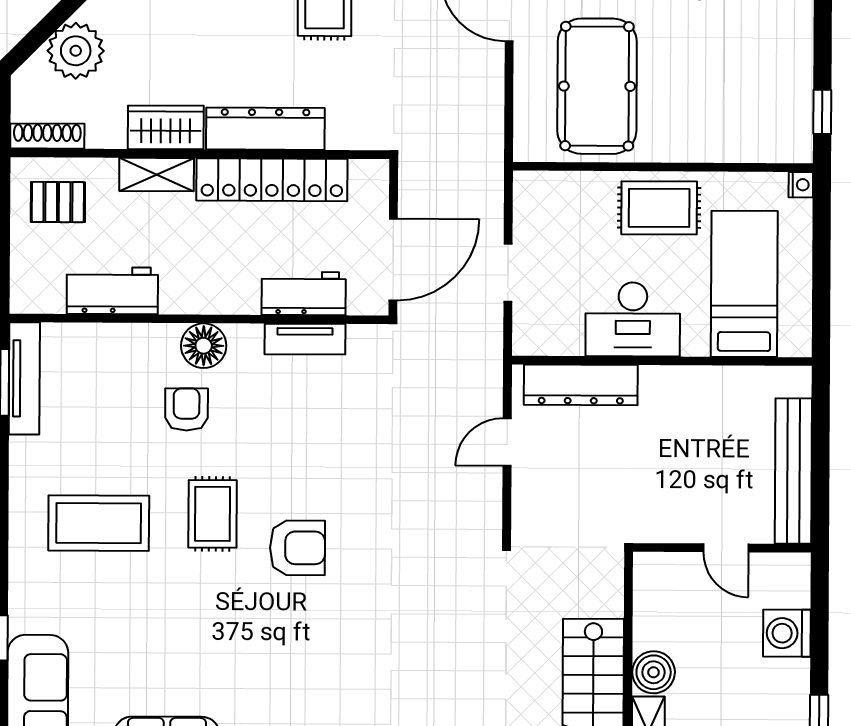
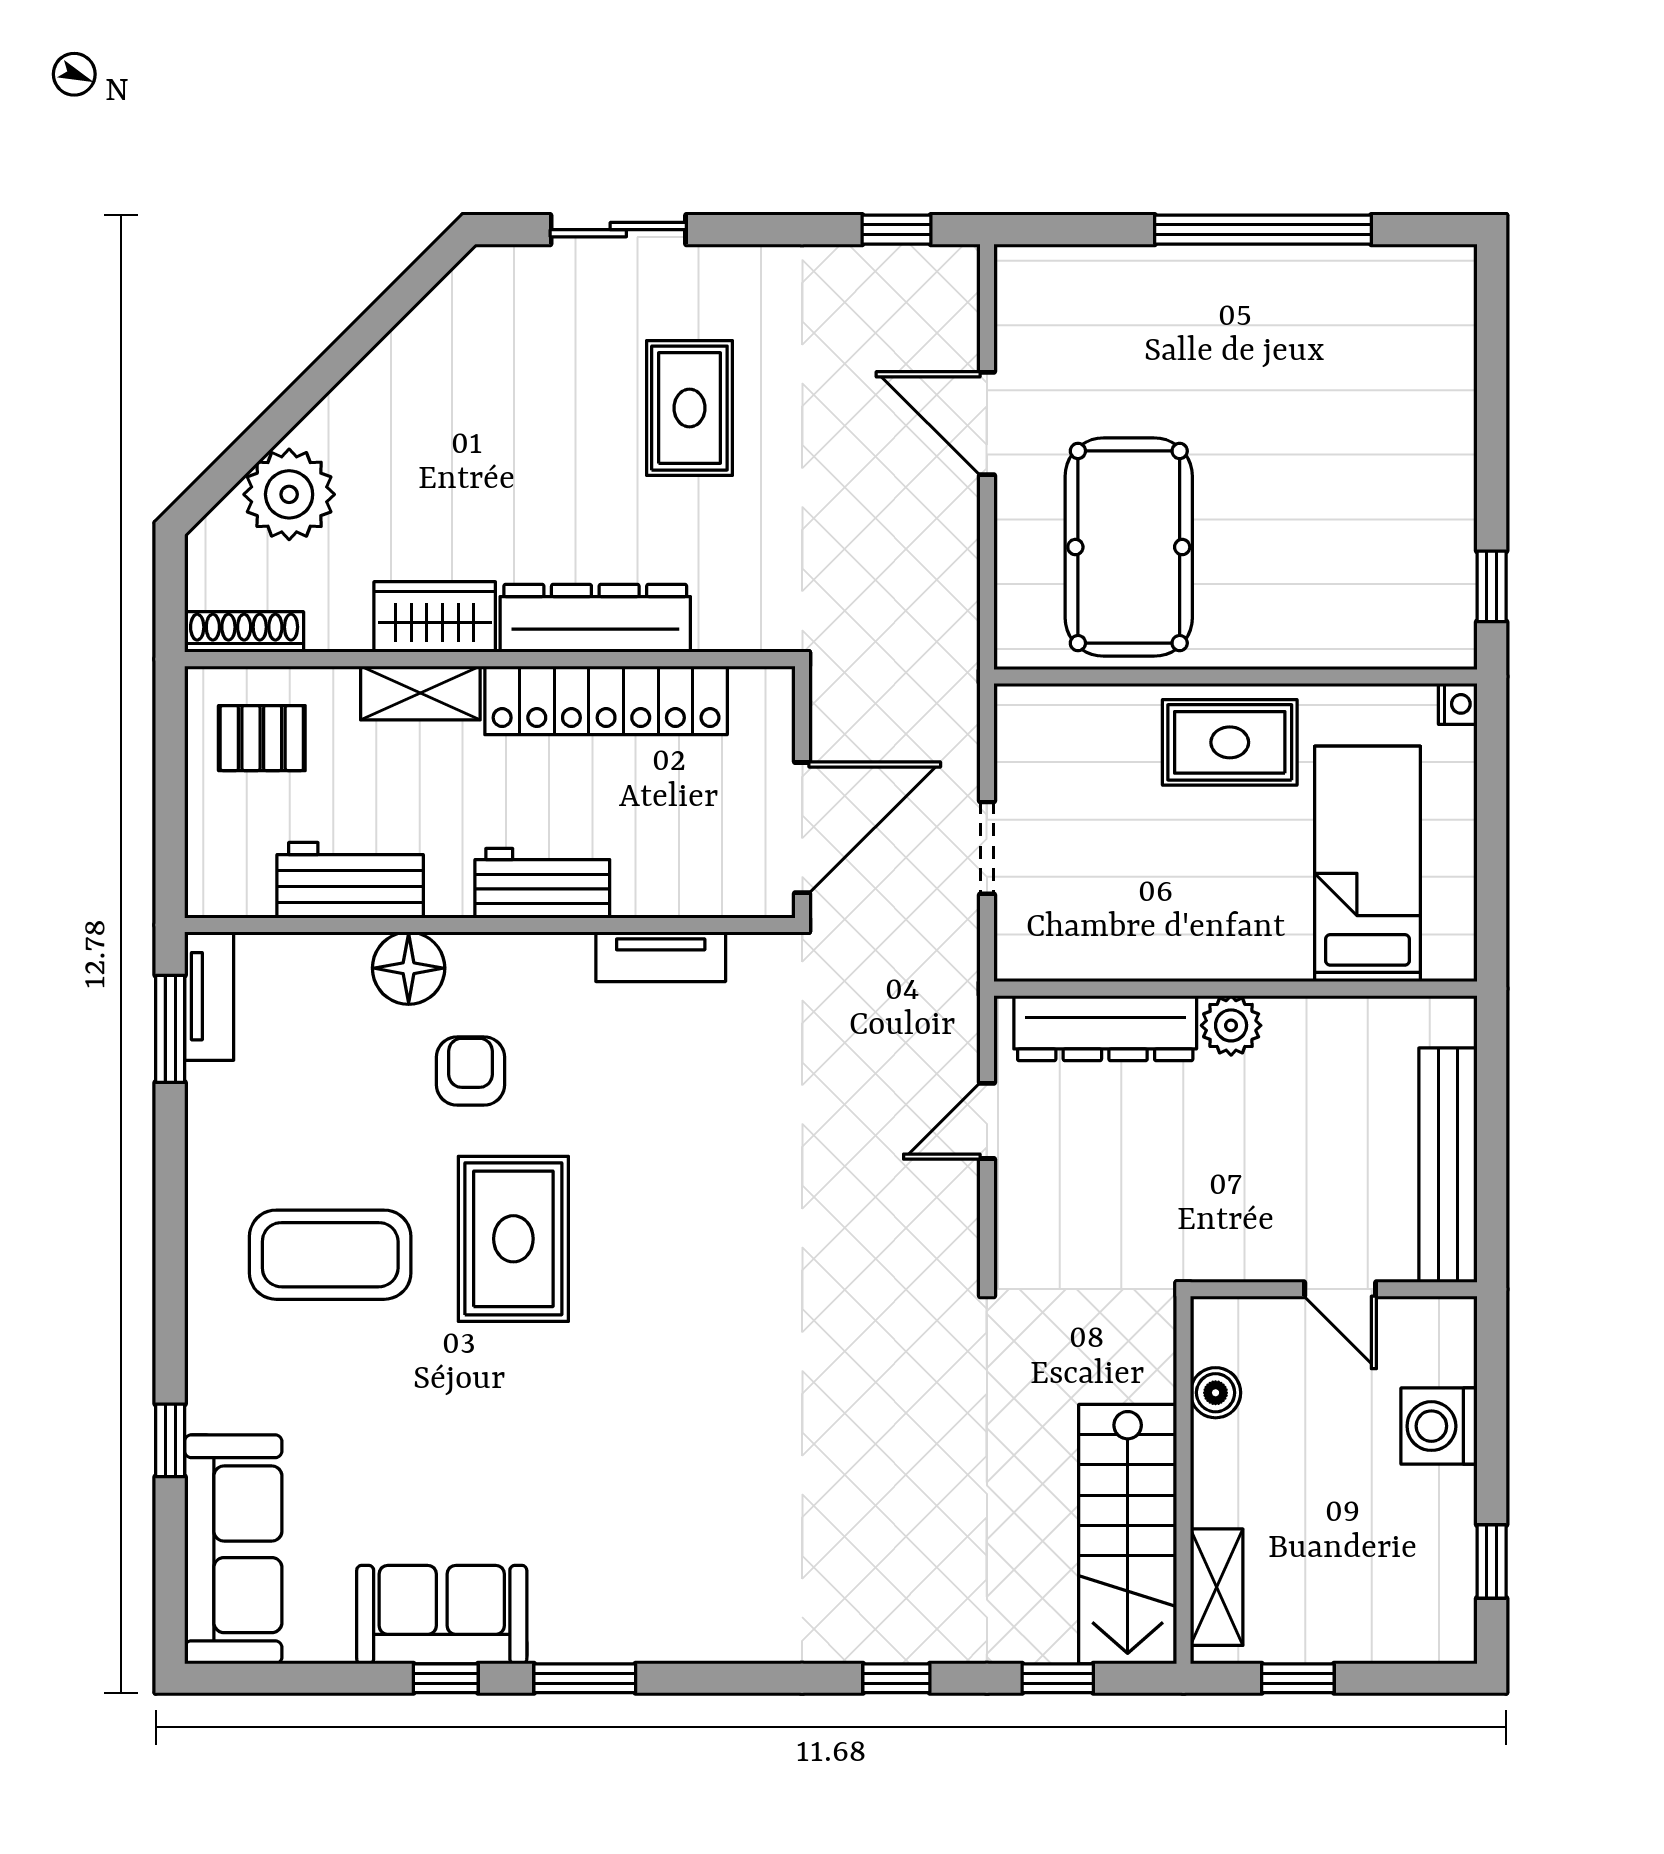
workbench: (304, 294) -> (542, 883), moved
desk: (633, 319) -> (1188, 922), removed
floor lamp: (204, 346) -> (409, 968), moved
tv unit: (24, 378) -> (209, 996), width x0.71
plant: (659, 384) -> (1231, 1025), added
rug: (213, 514) -> (513, 1239), width x1.36, depth x1.43
armchair: (297, 548) -> (650, 1293), removed
boiler: (654, 672) -> (1216, 1393), moved, width x0.73, depth x0.73

